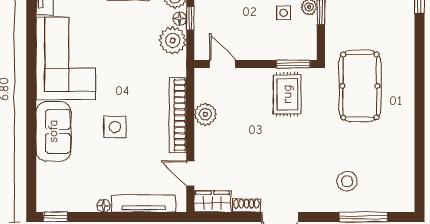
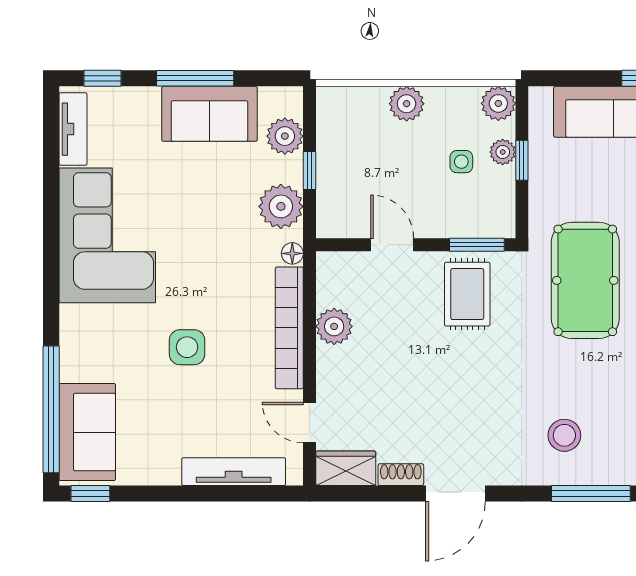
floor lamp: (180, 19) -> (292, 253), moved
door: (223, 64) -> (392, 245), moved
sofa: (53, 131) -> (87, 432), moved
window: (31, 165) -> (51, 409), added
floor lamp: (104, 206) -> (169, 475), removed

